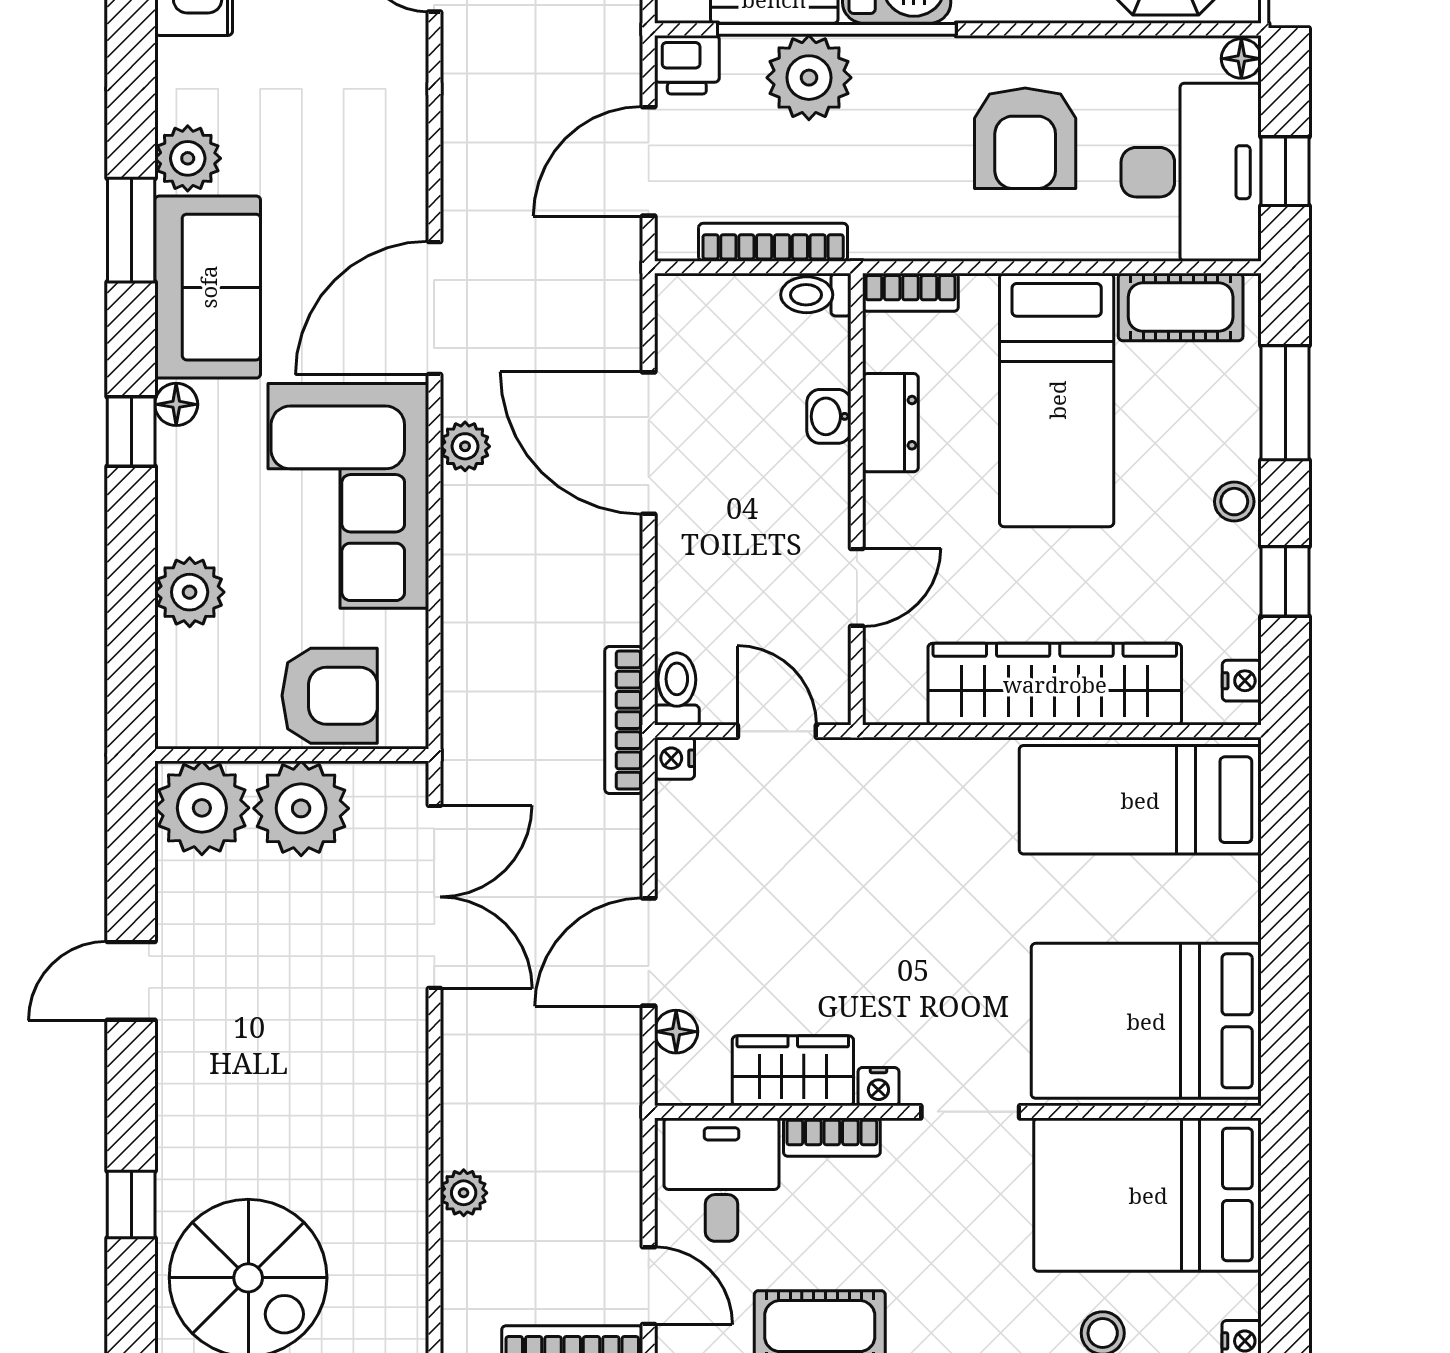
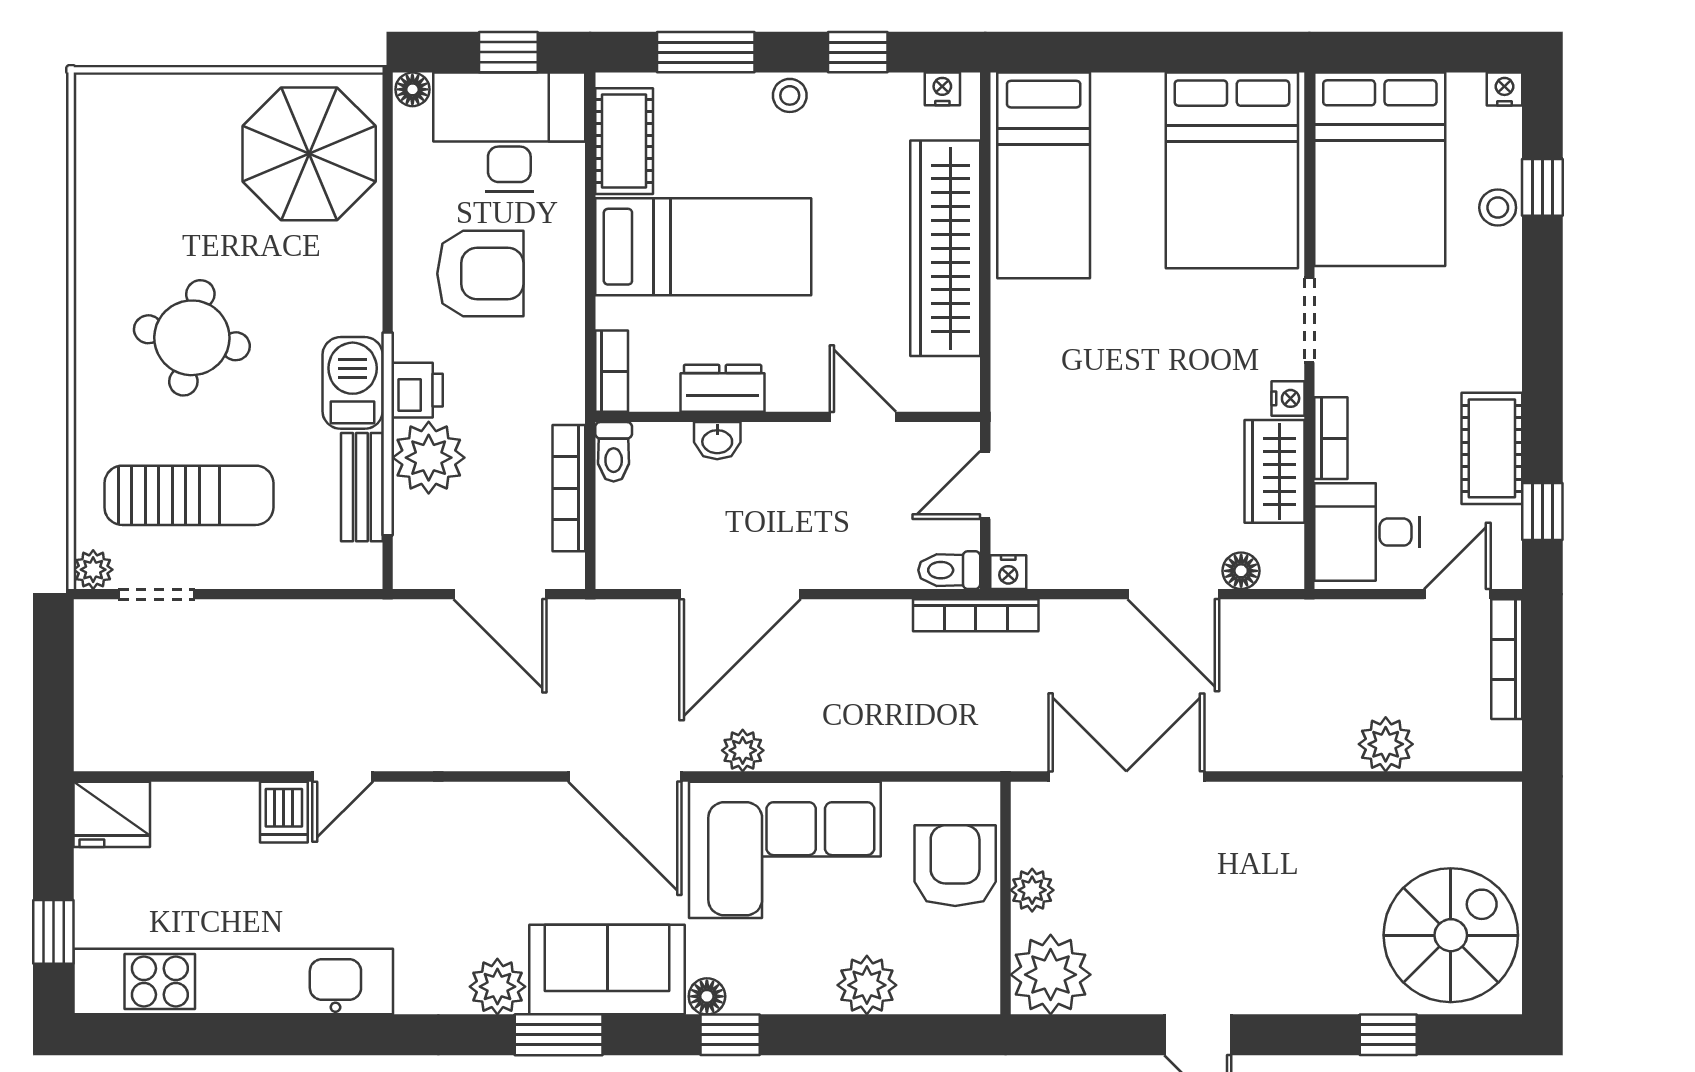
printer: (687, 65) -> (418, 390), moved
plant: (301, 808) -> (1032, 890), width x0.53, depth x0.53
plant: (464, 1193) -> (1386, 744), width x1.38, depth x1.38

